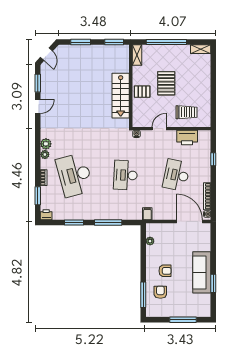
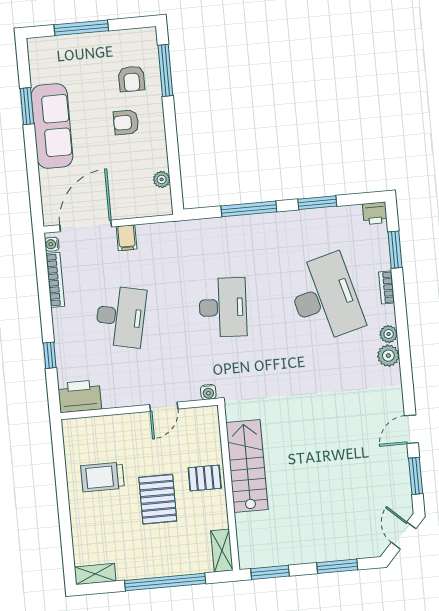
trolley: (186, 112) -> (103, 477), moved
printer: (187, 138) -> (80, 396), moved
filing cabinet: (147, 214) -> (127, 238), moved
door: (190, 222) -> (86, 226), swing flipped

